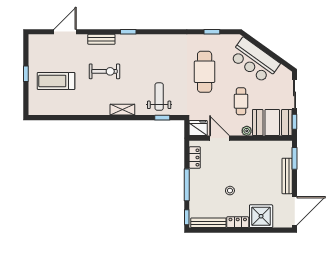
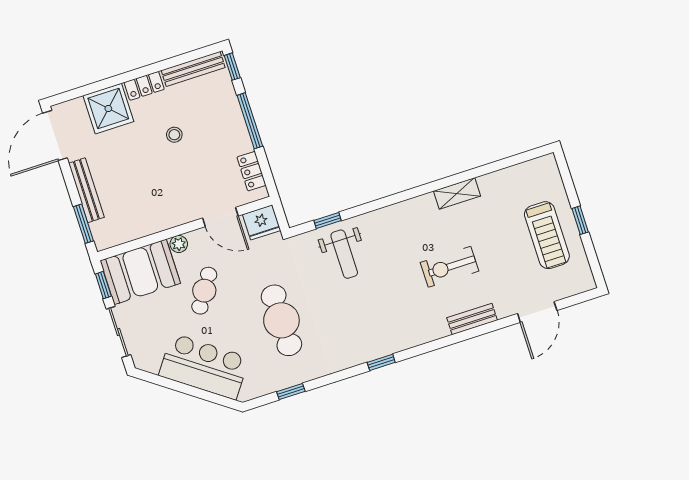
window: (128, 32) -> (381, 362), moved
treadmill: (56, 81) -> (547, 235), moved, turned 90
cafe table: (241, 101) -> (204, 291), turned 33
shelving: (122, 110) -> (457, 193), moved

